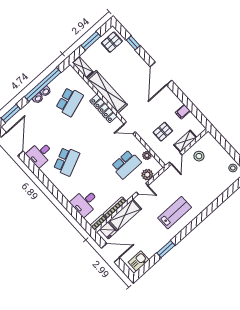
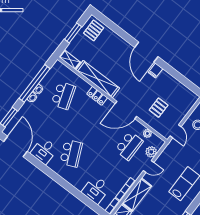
window: (133, 43) -> (114, 27), removed
locker: (103, 108) -> (97, 96), width x0.66
filing cabinet: (183, 112) -> (155, 71), moved
door: (130, 128) -> (126, 110), width x1.88
shelving: (185, 141) -> (182, 113), removed

